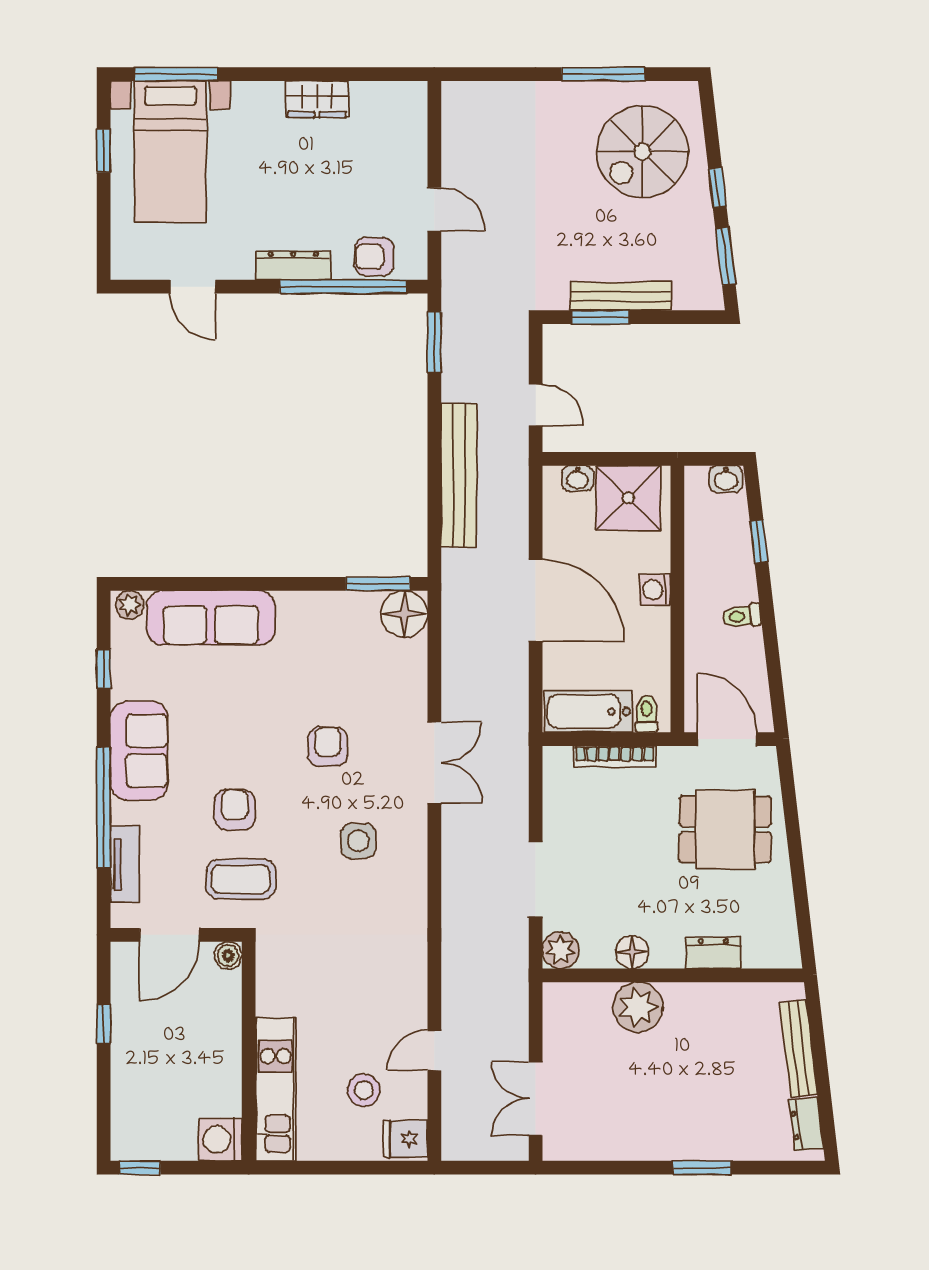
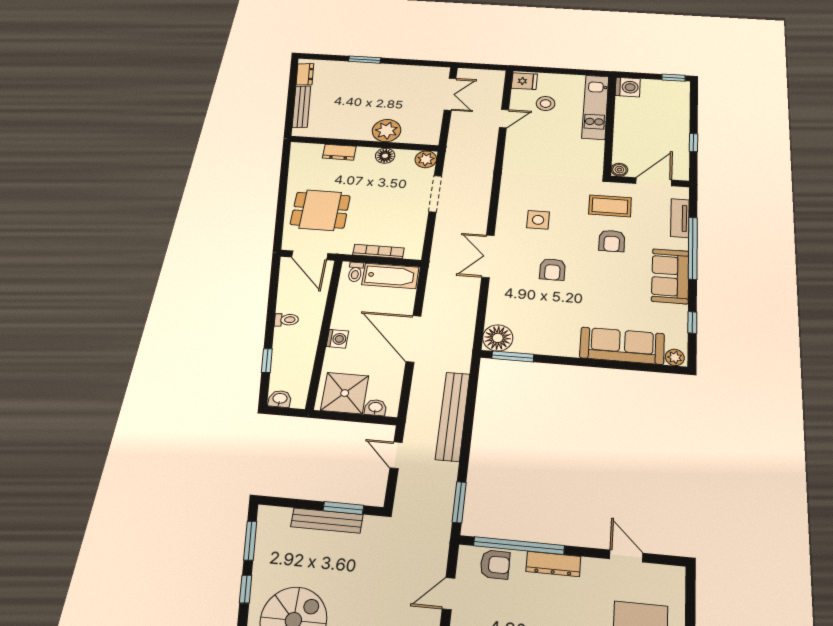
door: (434, 210) -> (449, 594), hinge flipped

